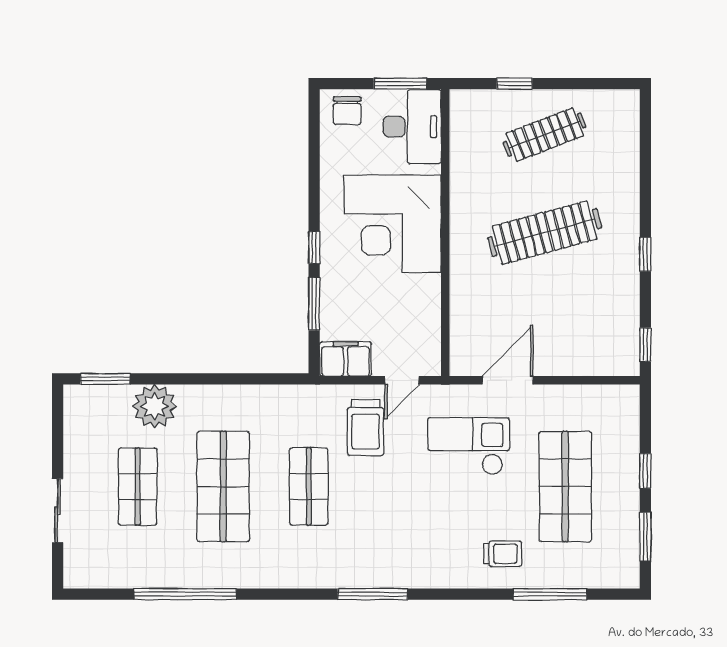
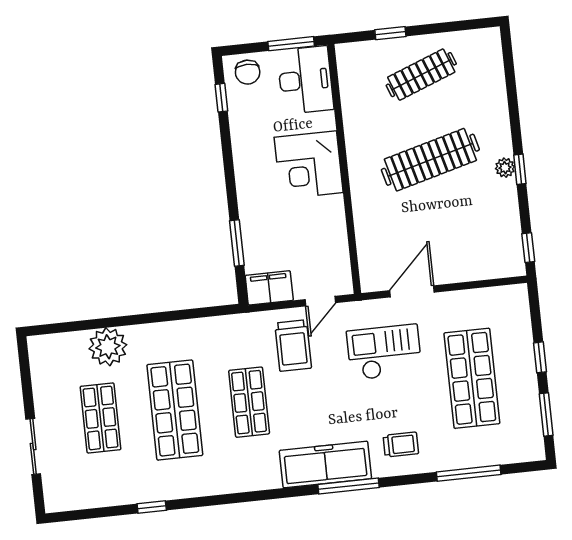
corner desk: (392, 224) -> (309, 165), width x0.74, depth x0.74
window: (314, 248) -> (221, 98), moved
plant: (629, 251) -> (505, 168), added
window: (105, 379) -> (62, 328), removed
trolley: (503, 554) -> (401, 445), moved
freezer: (388, 567) -> (325, 464), added
window: (185, 594) -> (152, 507), width x0.32
window: (373, 594) -> (348, 486), moved

